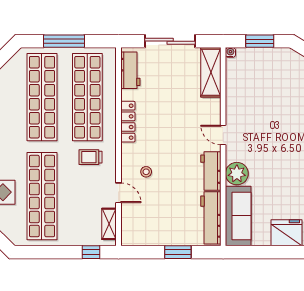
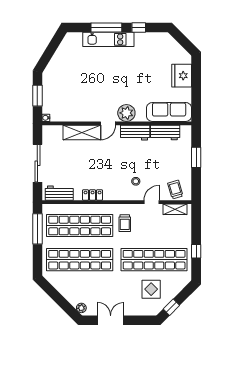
window: (64, 41) -> (37, 229), moved
shelving: (211, 72) -> (82, 133), moved
locker: (128, 122) -> (93, 195), width x0.66
plant: (237, 174) -> (126, 113), moved
workbench: (211, 218) -> (165, 132), width x0.73
trolley: (135, 224) -> (175, 190), added
window: (91, 252) -> (196, 251), moved

